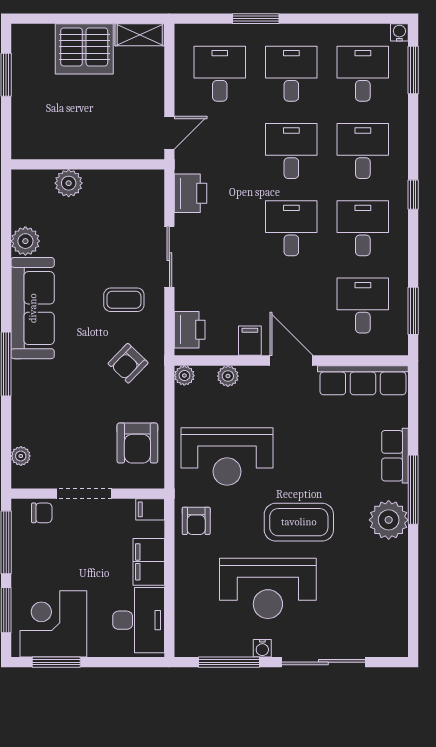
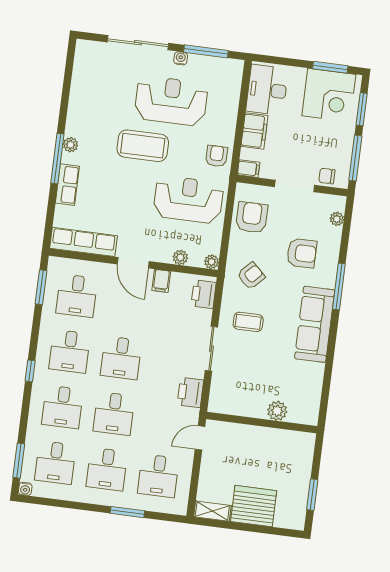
plant: (25, 241) -> (314, 373), removed
armchair: (63, 403) -> (302, 253), added
plant: (389, 520) -> (70, 145), width x0.53, depth x0.53

